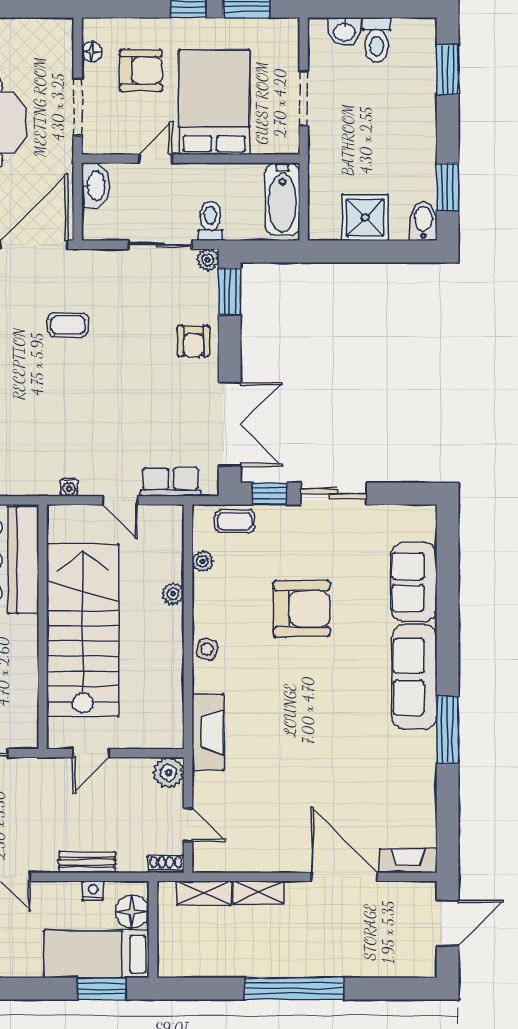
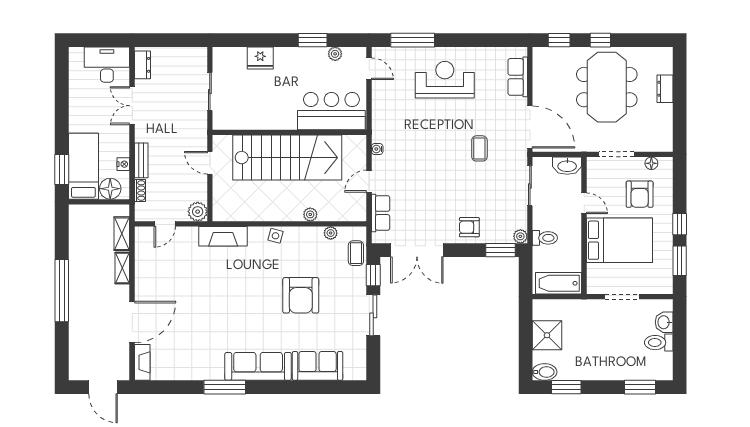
sliding door: (160, 245) -> (530, 186), moved
shoe rack: (166, 864) -> (140, 190), moved

